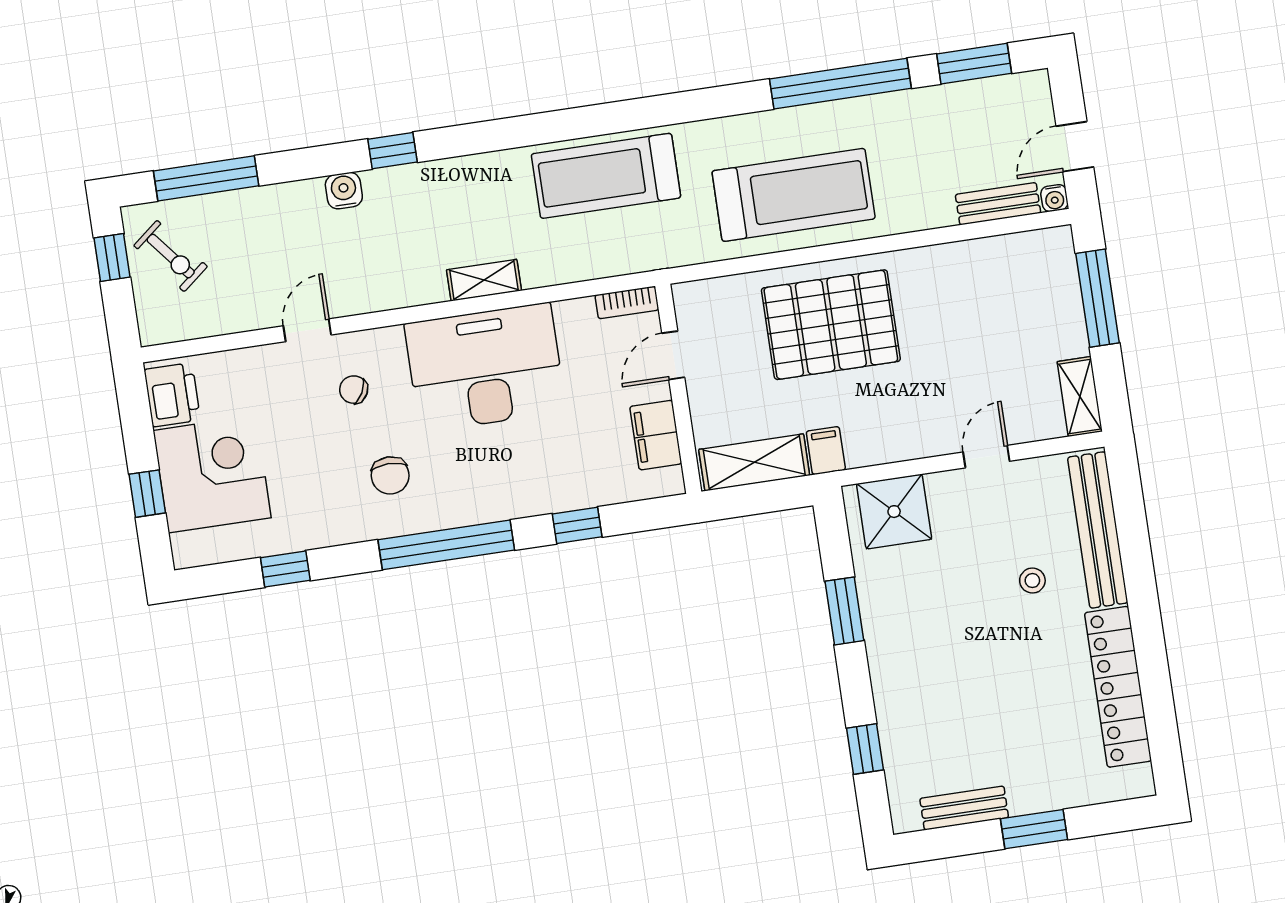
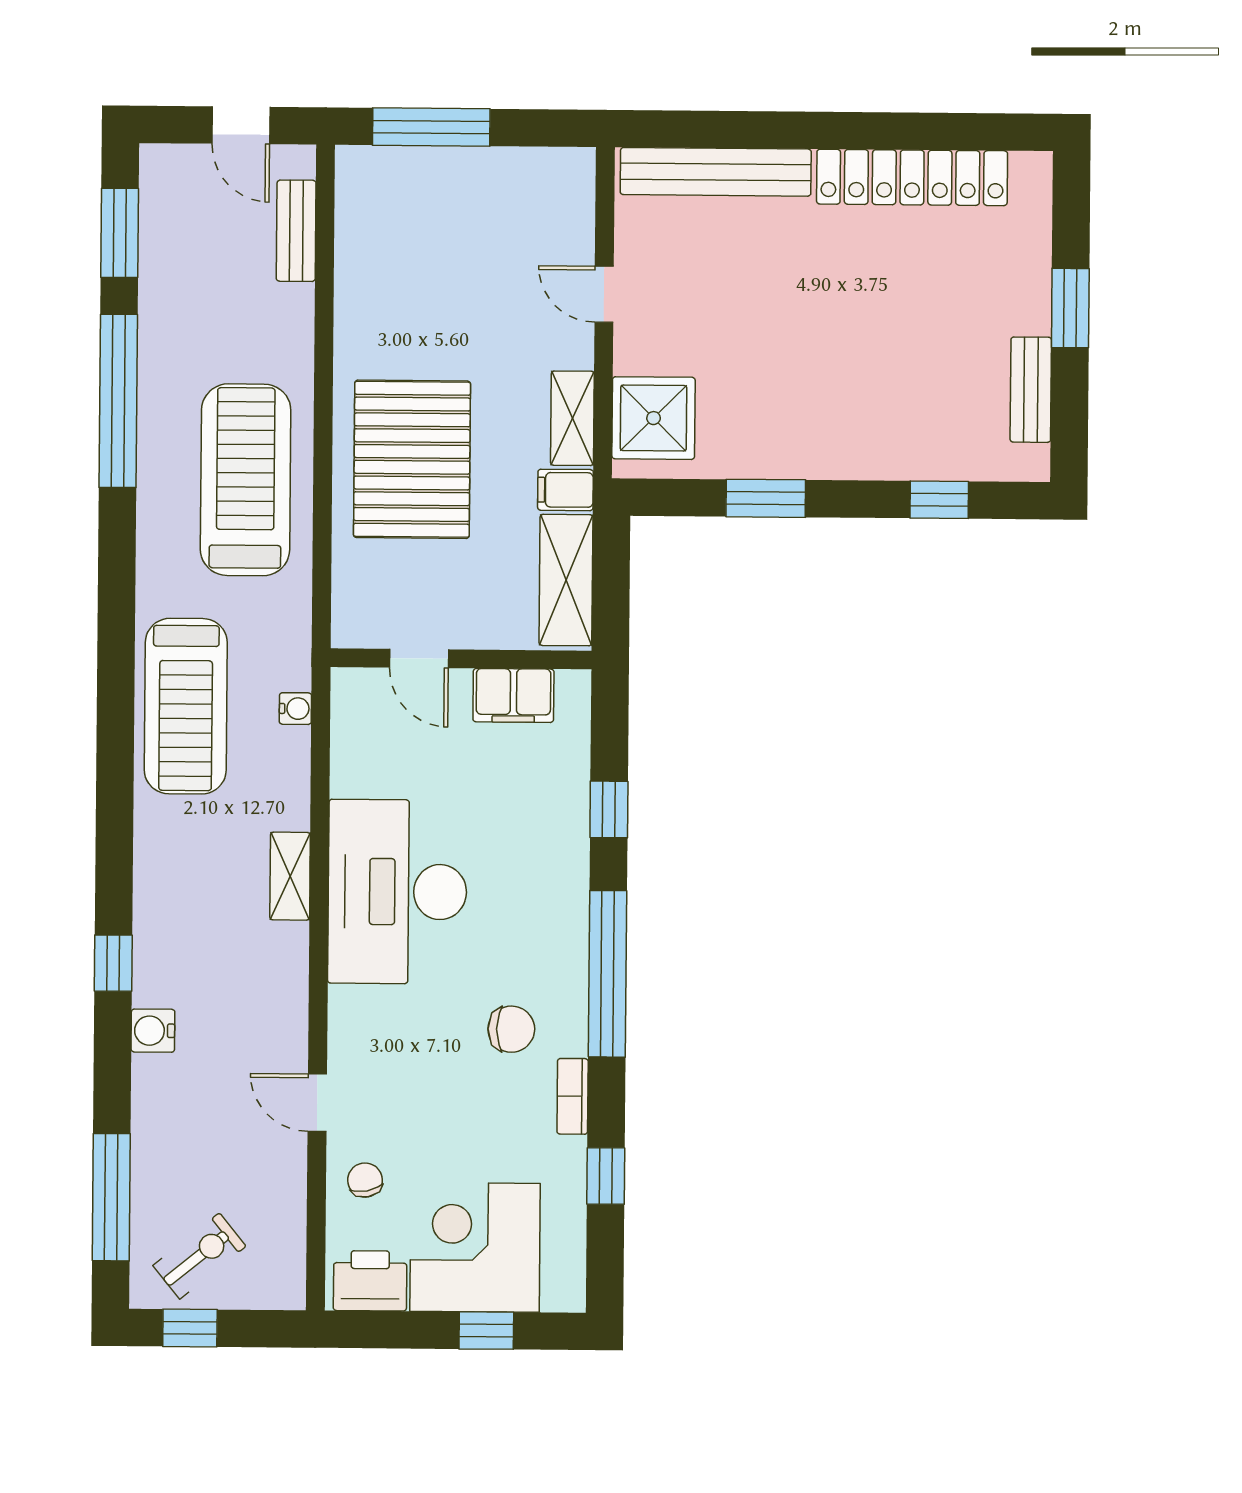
water cooler: (1054, 198) -> (295, 709), moved
bookcase: (627, 303) -> (573, 1096), moved, turned 180
chair: (354, 390) -> (365, 1180), moved, turned 141
shelving: (1080, 397) -> (572, 418), moved, turned 90
stool: (1032, 580) -> (765, 262), removed

